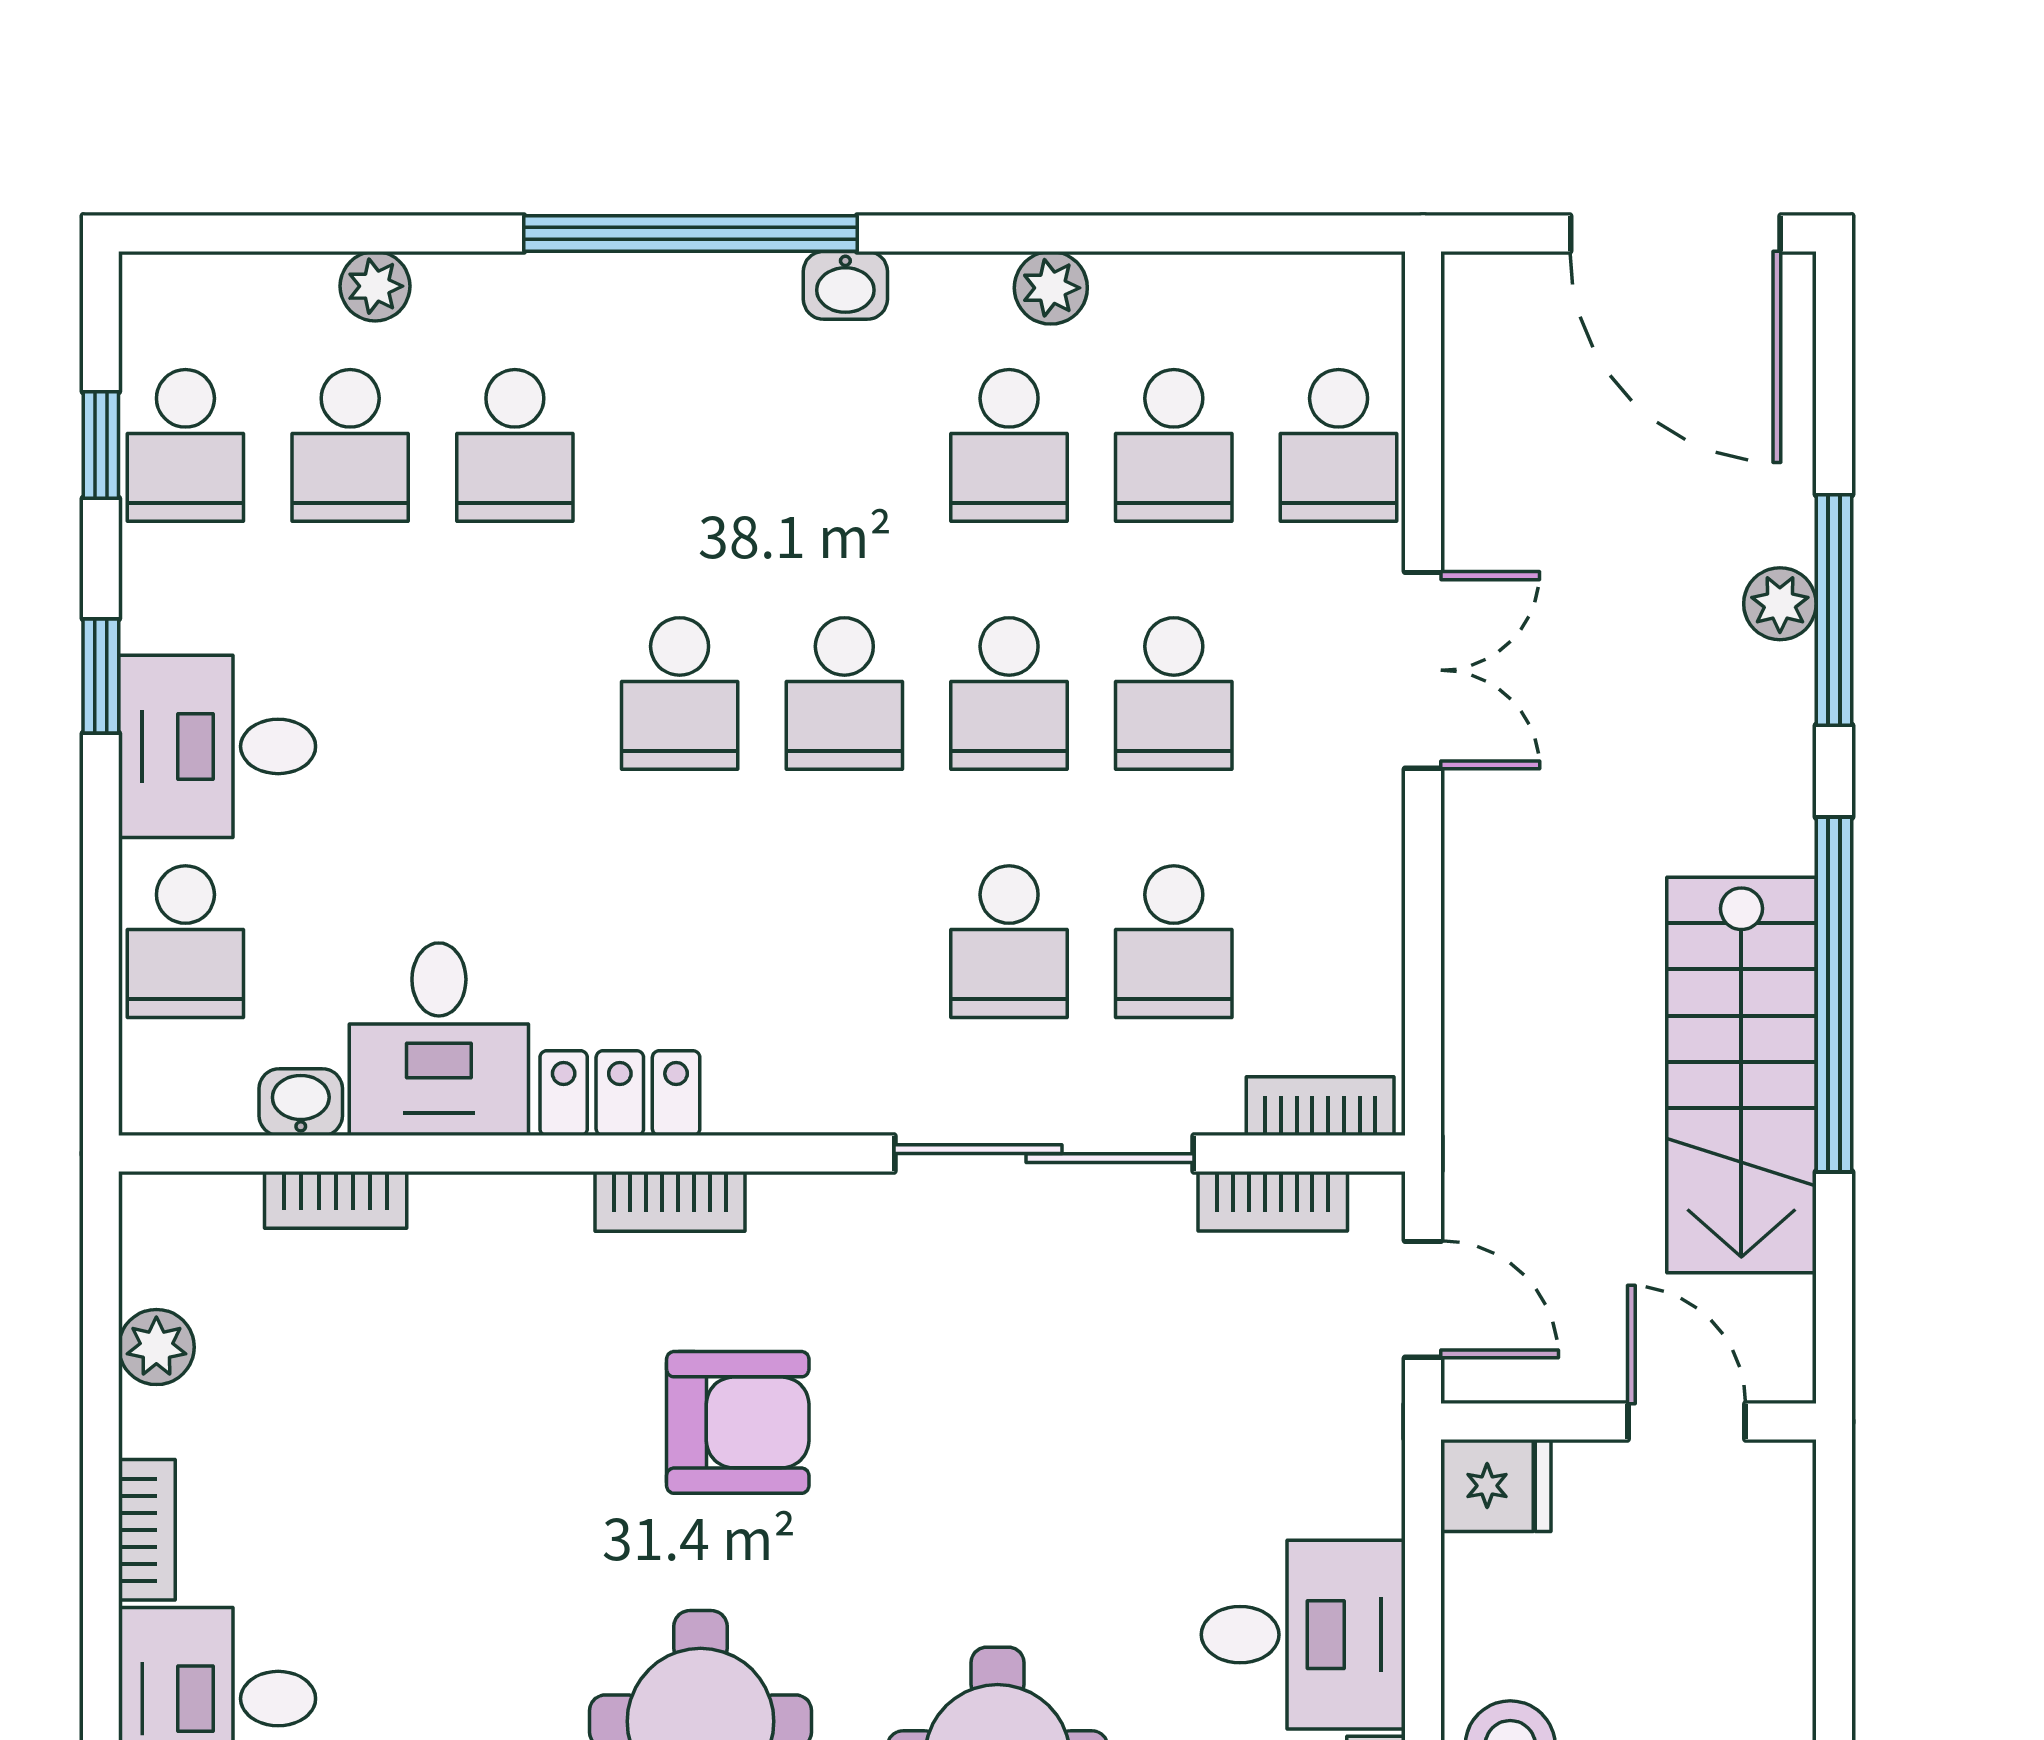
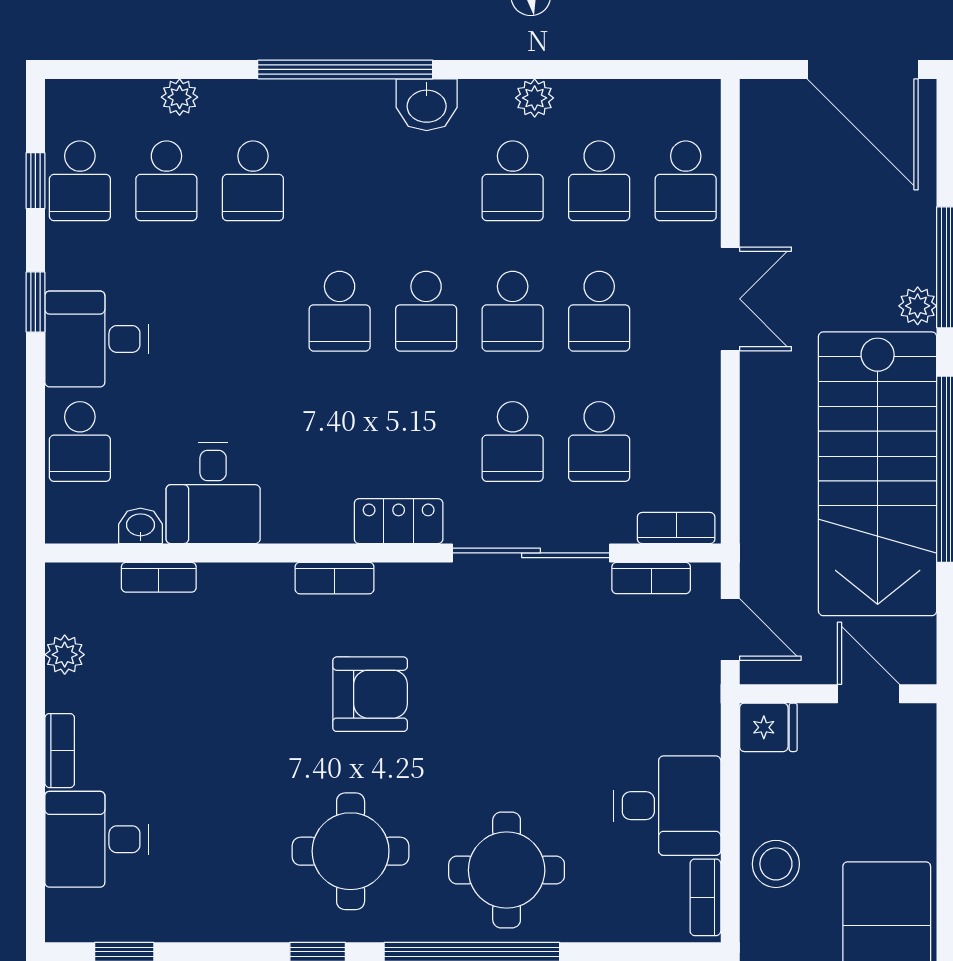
washbasin: (845, 285) -> (427, 105), width x1.38, depth x1.45
plant: (1780, 604) -> (918, 306), moved
stairs: (1741, 1075) -> (878, 474), width x1.36, depth x1.51
locker: (620, 1093) -> (399, 521), moved

